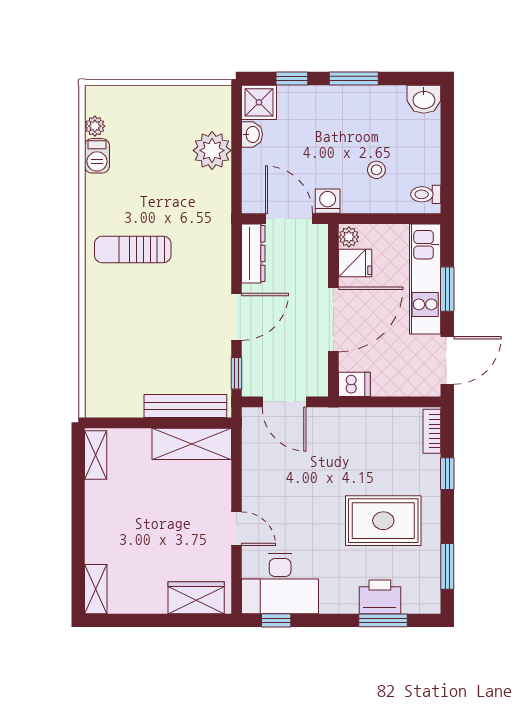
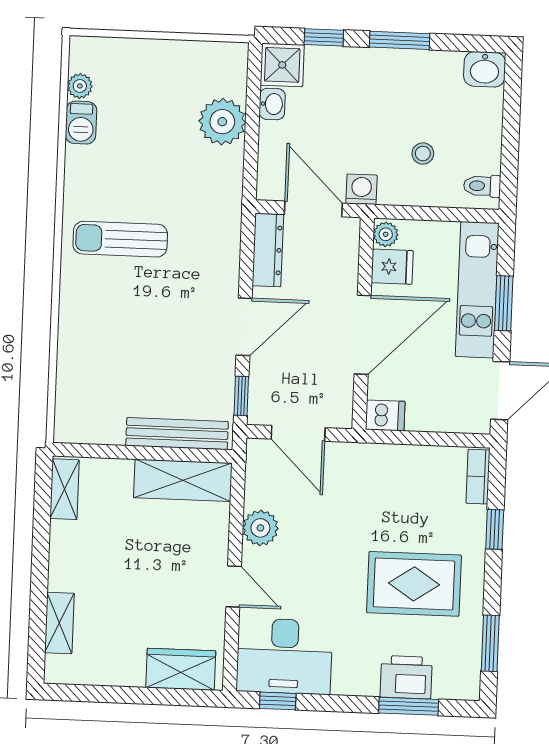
plant: (256, 480) -> (260, 528), added
shelving: (96, 589) -> (59, 623), moved

